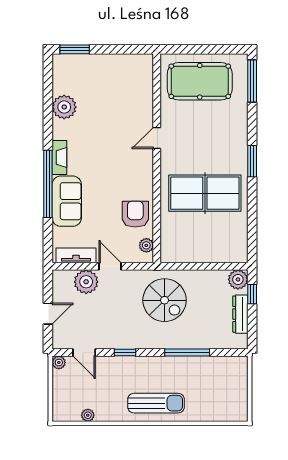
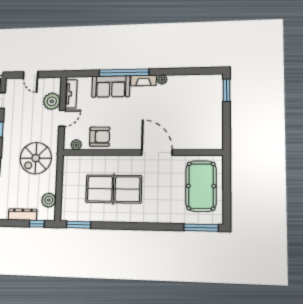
plant: (64, 107) -> (162, 80), moved, width x0.53, depth x0.53
door: (157, 138) -> (157, 153), width x1.88
window: (252, 161) -> (79, 225), moved
table tennis table: (205, 193) -> (114, 189), turned 90
plant: (238, 279) -> (49, 200), moved

